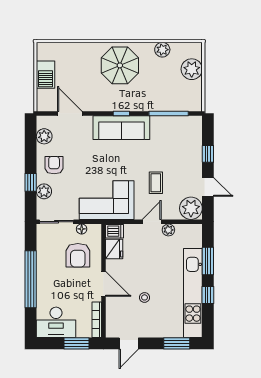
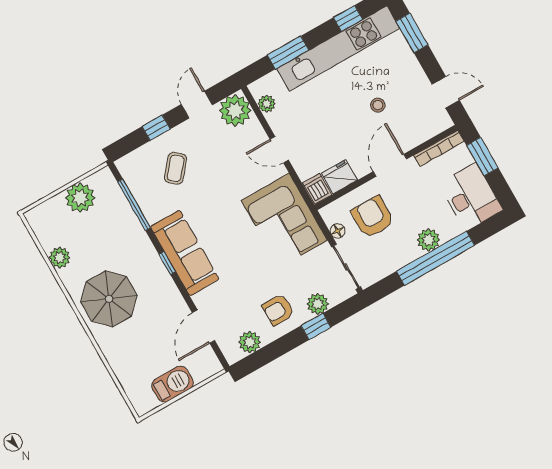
plant: (192, 69) -> (80, 198), moved
coffee table: (156, 183) -> (176, 168), moved, turned -50
plant: (168, 230) -> (267, 104), moved
armchair: (78, 255) -> (373, 217), turned -90
plant: (44, 281) -> (428, 240), added
window: (208, 295) -> (348, 18), moved

